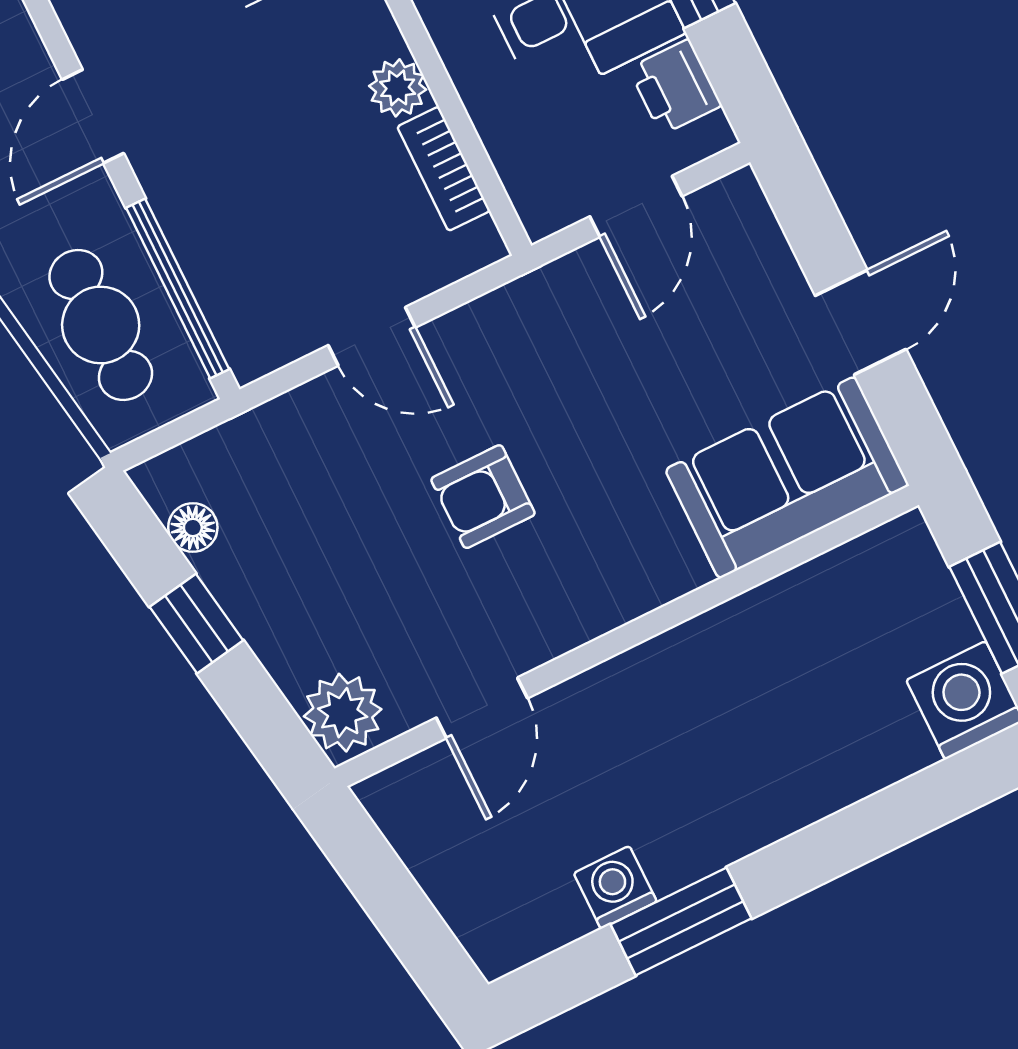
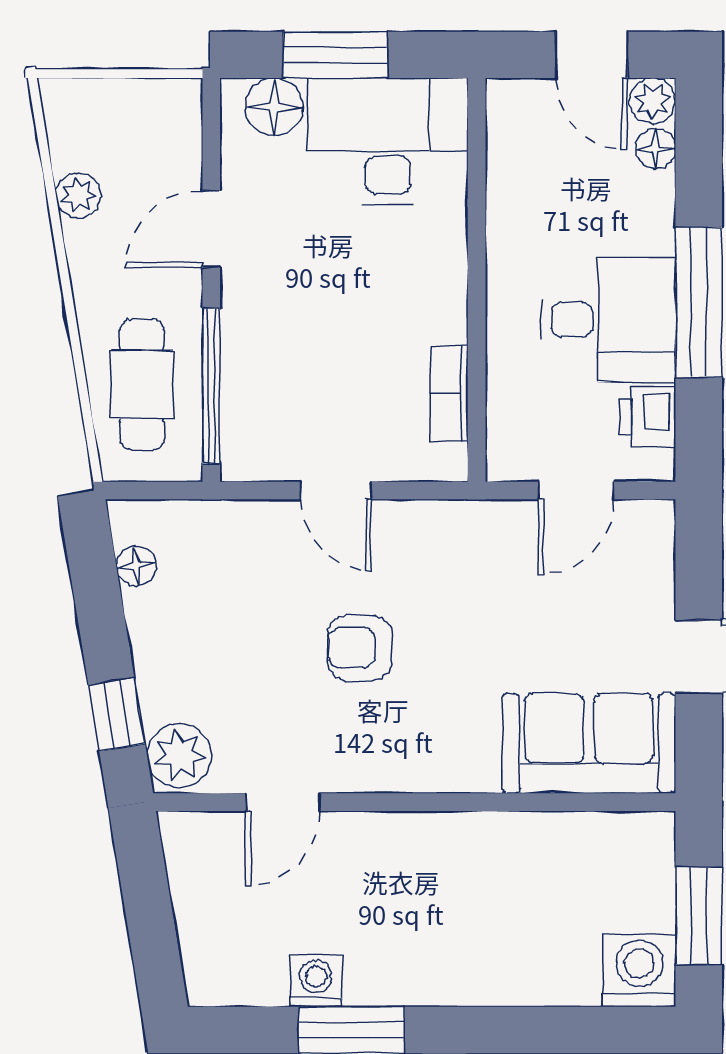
plant: (398, 88) -> (444, 318), removed
window: (196, 624) -> (117, 715), moved

